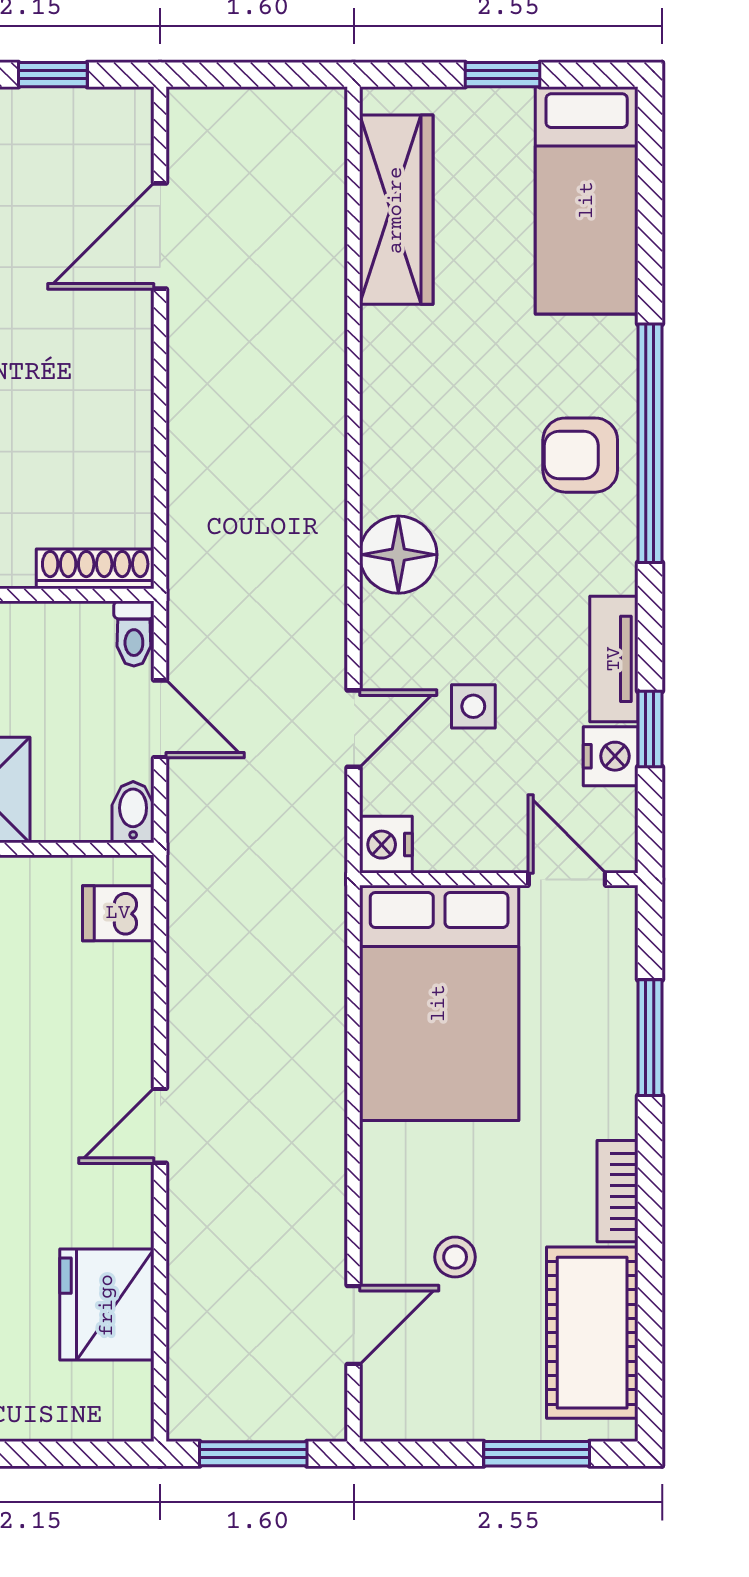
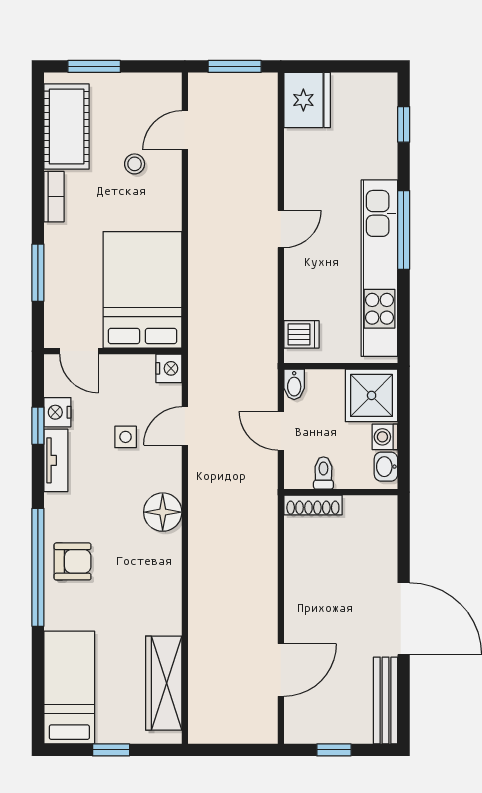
toilet: (134, 633) -> (323, 473), moved
fridge: (107, 1305) -> (307, 100), moved

